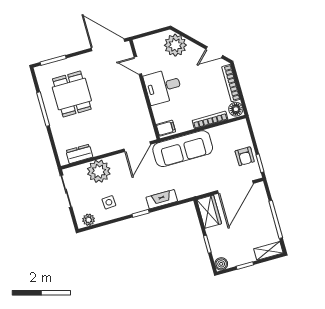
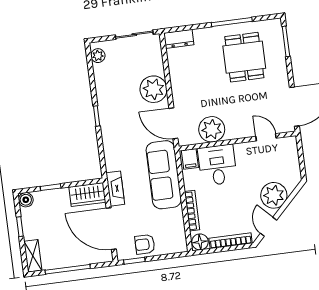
plant: (175, 45) -> (274, 195), moved
door: (138, 65) -> (266, 137), hinge flipped
desk: (163, 87) -> (217, 165), moved
dining table: (72, 94) -> (244, 57), turned 90
plant: (138, 113) -> (212, 129), added
dresser: (79, 154) -> (179, 39), moved, turned 90
plant: (99, 171) -> (153, 89), moved
fireplace: (162, 199) -> (115, 189), moved
side table: (109, 202) -> (115, 82), removed

